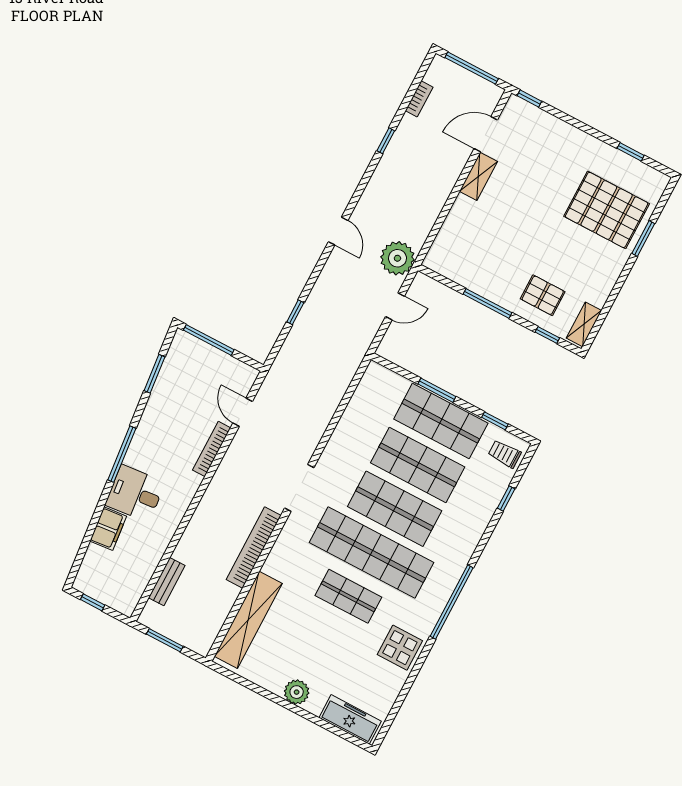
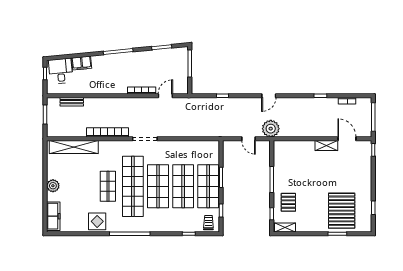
desk: (135, 494) -> (61, 71), moved

